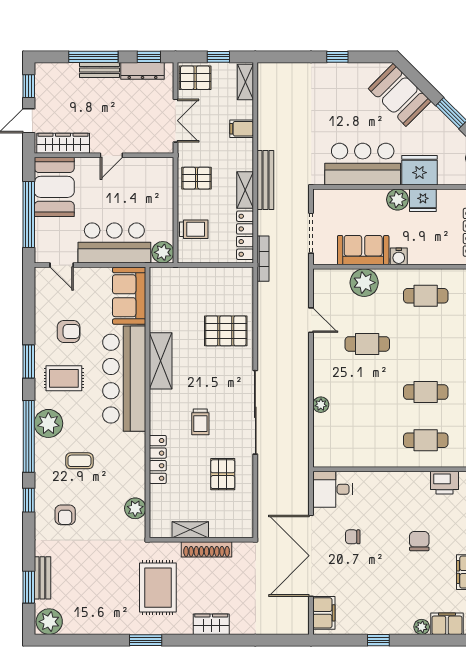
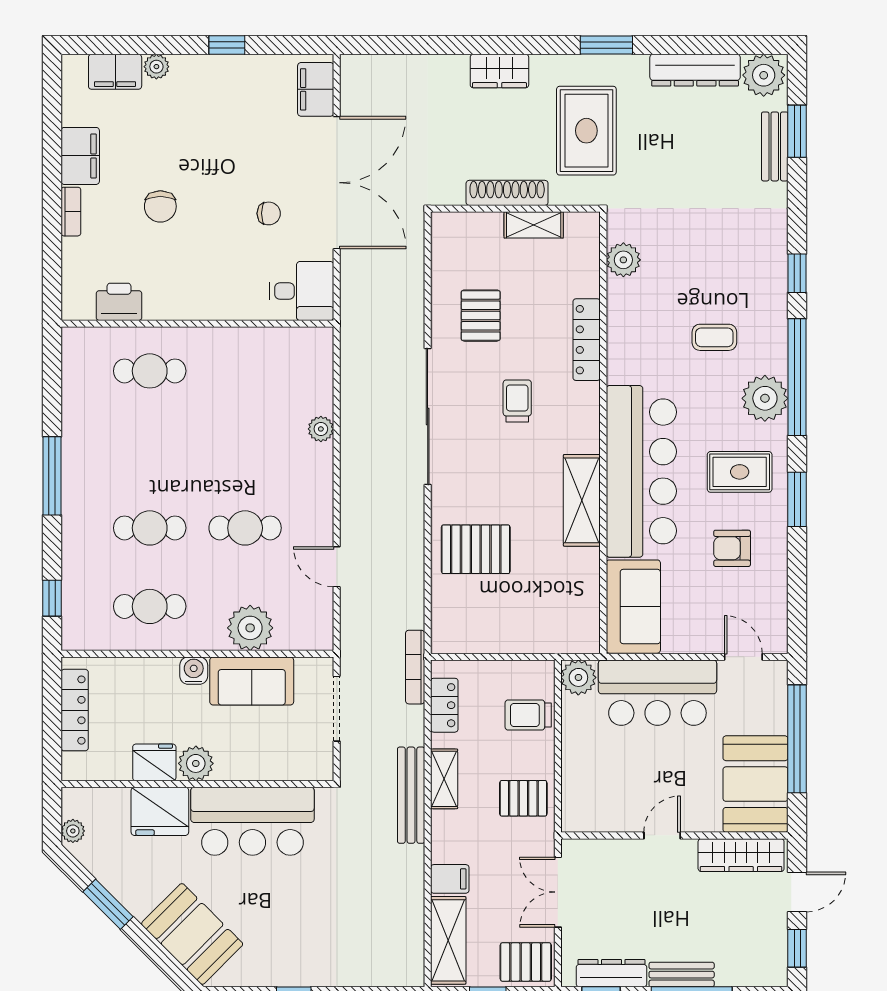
shelving: (245, 82) -> (448, 940), width x1.50, depth x1.33
locker: (245, 235) -> (444, 705), width x0.66
cafe table: (426, 392) -> (150, 528), moved
armchair: (65, 515) -> (738, 249), removed
dresser: (91, 625) -> (695, 70), added

